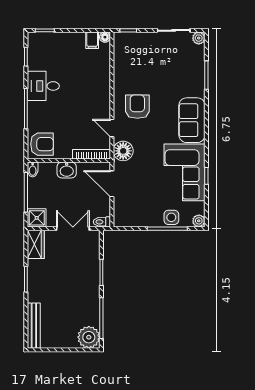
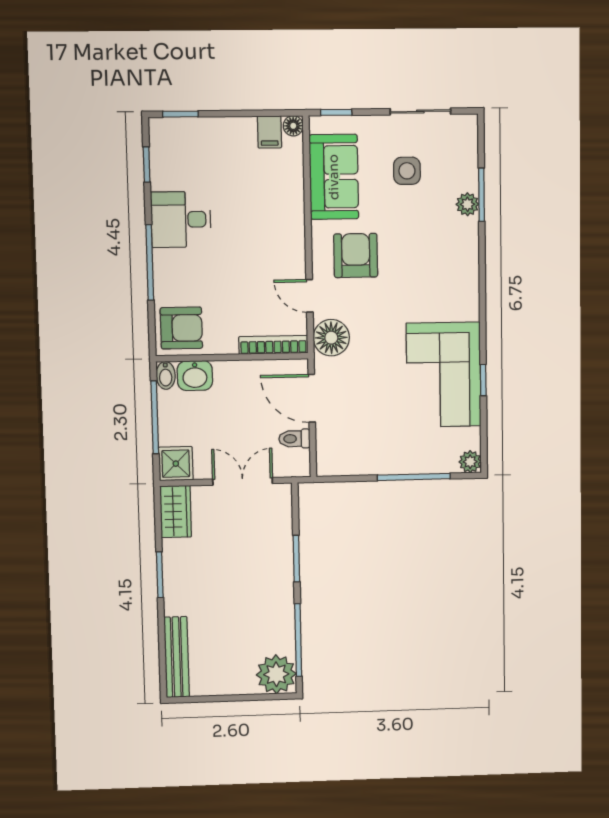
plant: (199, 38) -> (467, 204), moved
sofa: (192, 120) -> (334, 177), moved, turned 180
washbasin: (67, 170) -> (195, 376), moved
side table: (171, 217) -> (407, 171), moved
toilet: (102, 222) -> (294, 439), moved

